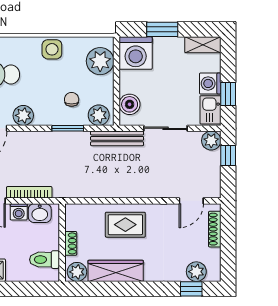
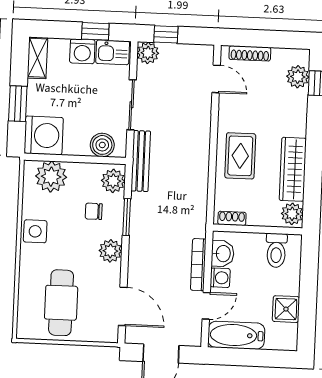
plant: (23, 115) -> (110, 251), moved
shoe rack: (71, 243) -> (232, 218), moved

